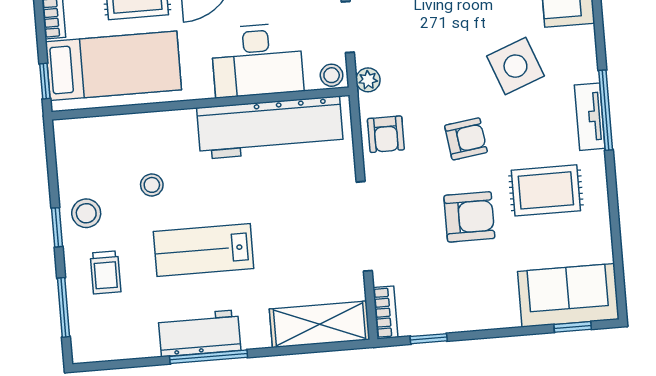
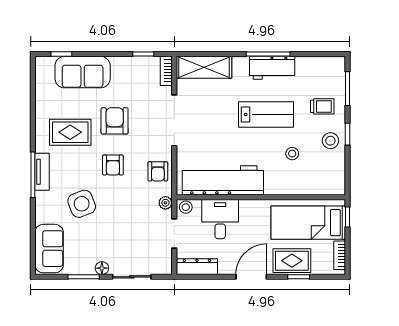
desk: (257, 60) -> (220, 219), width x0.73
armchair: (386, 134) -> (158, 171), turned 180
armchair: (466, 139) -> (113, 165), turned -82
armchair: (469, 217) -> (115, 121), turned 90
trolley: (106, 272) -> (322, 106), turned 90
sofa: (568, 295) -> (83, 72), moved

